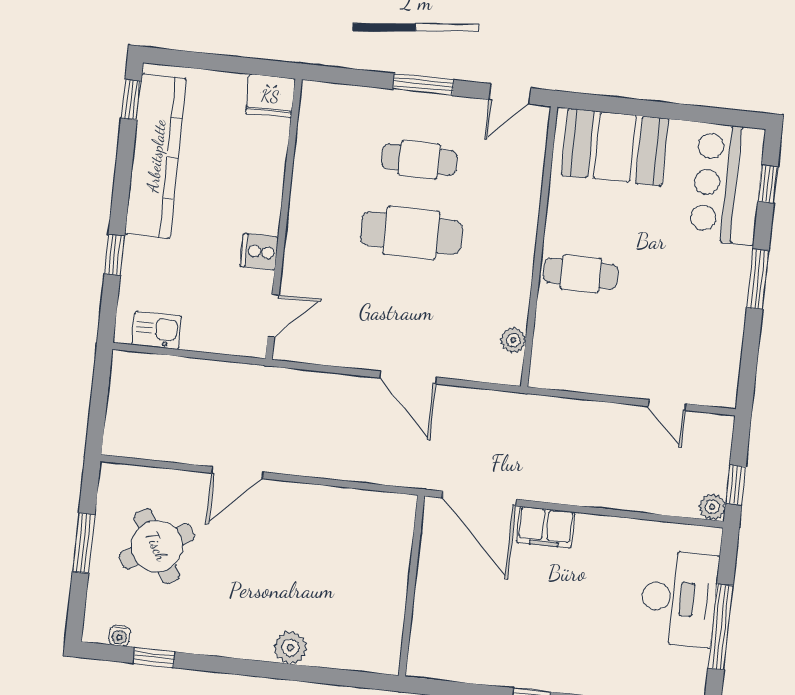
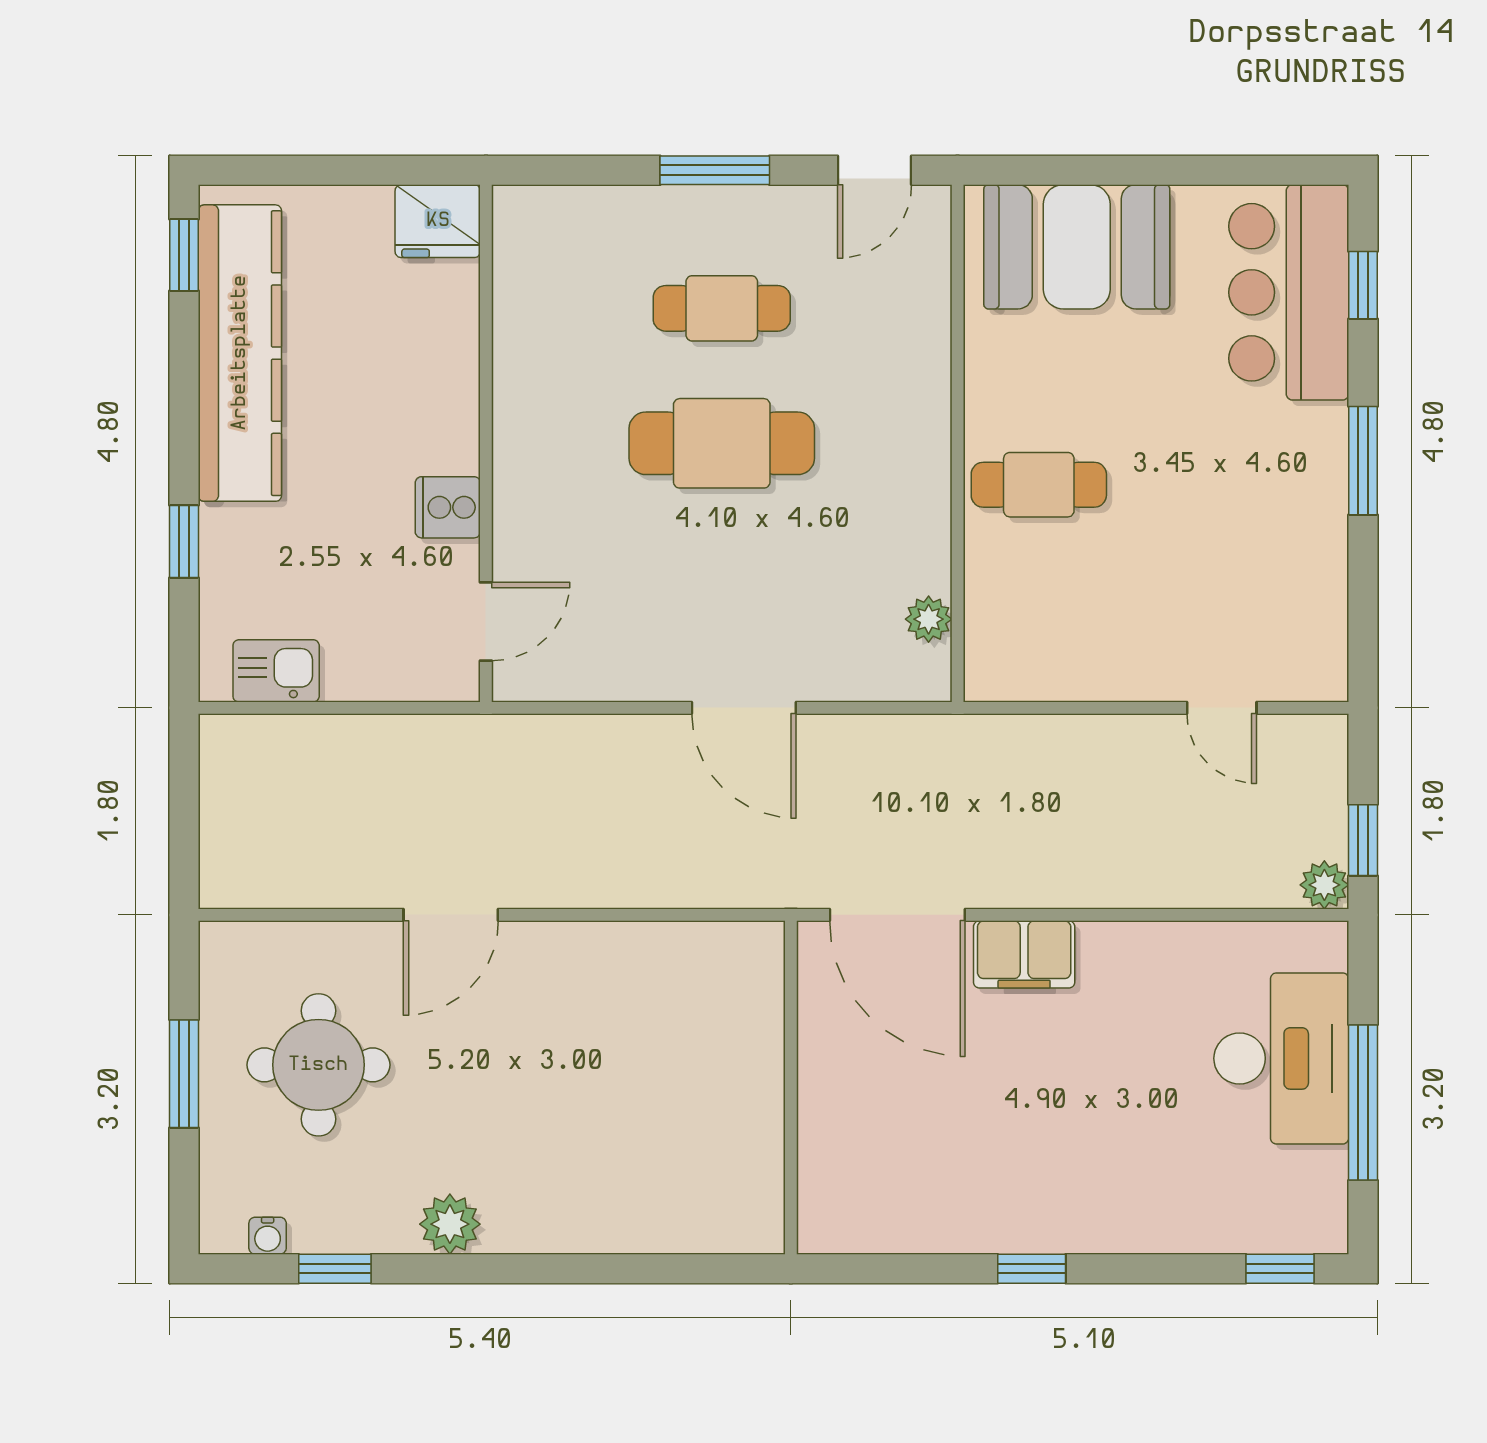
round table: (157, 546) -> (318, 1065), turned 30
plant: (290, 648) -> (450, 1224), moved

